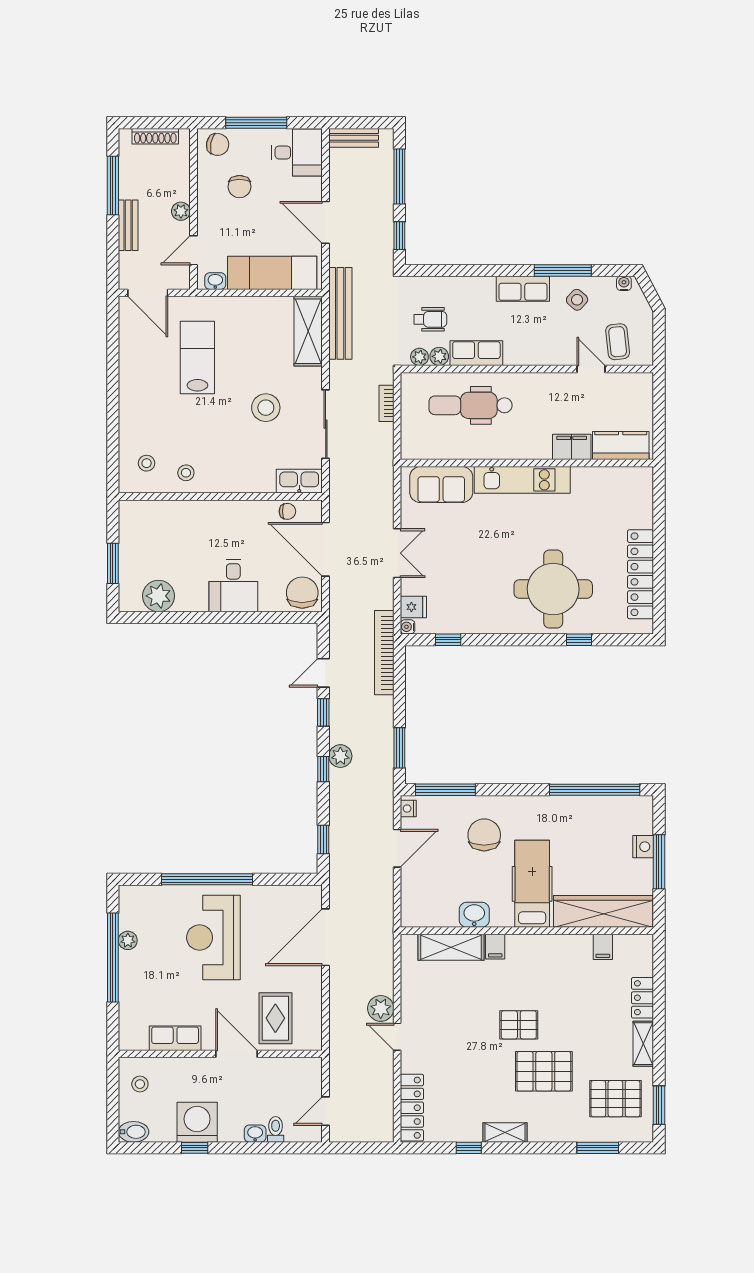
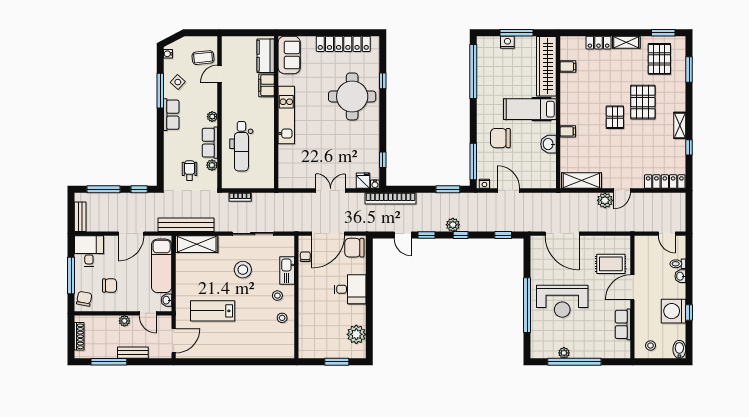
plant: (419, 357) -> (212, 117), moved
stool: (147, 463) -> (277, 296), moved
kitchen sink: (299, 481) -> (287, 271), moved
sofa: (441, 485) -> (289, 55), moved
shelving: (451, 947) -> (581, 181), moved, turned 90

